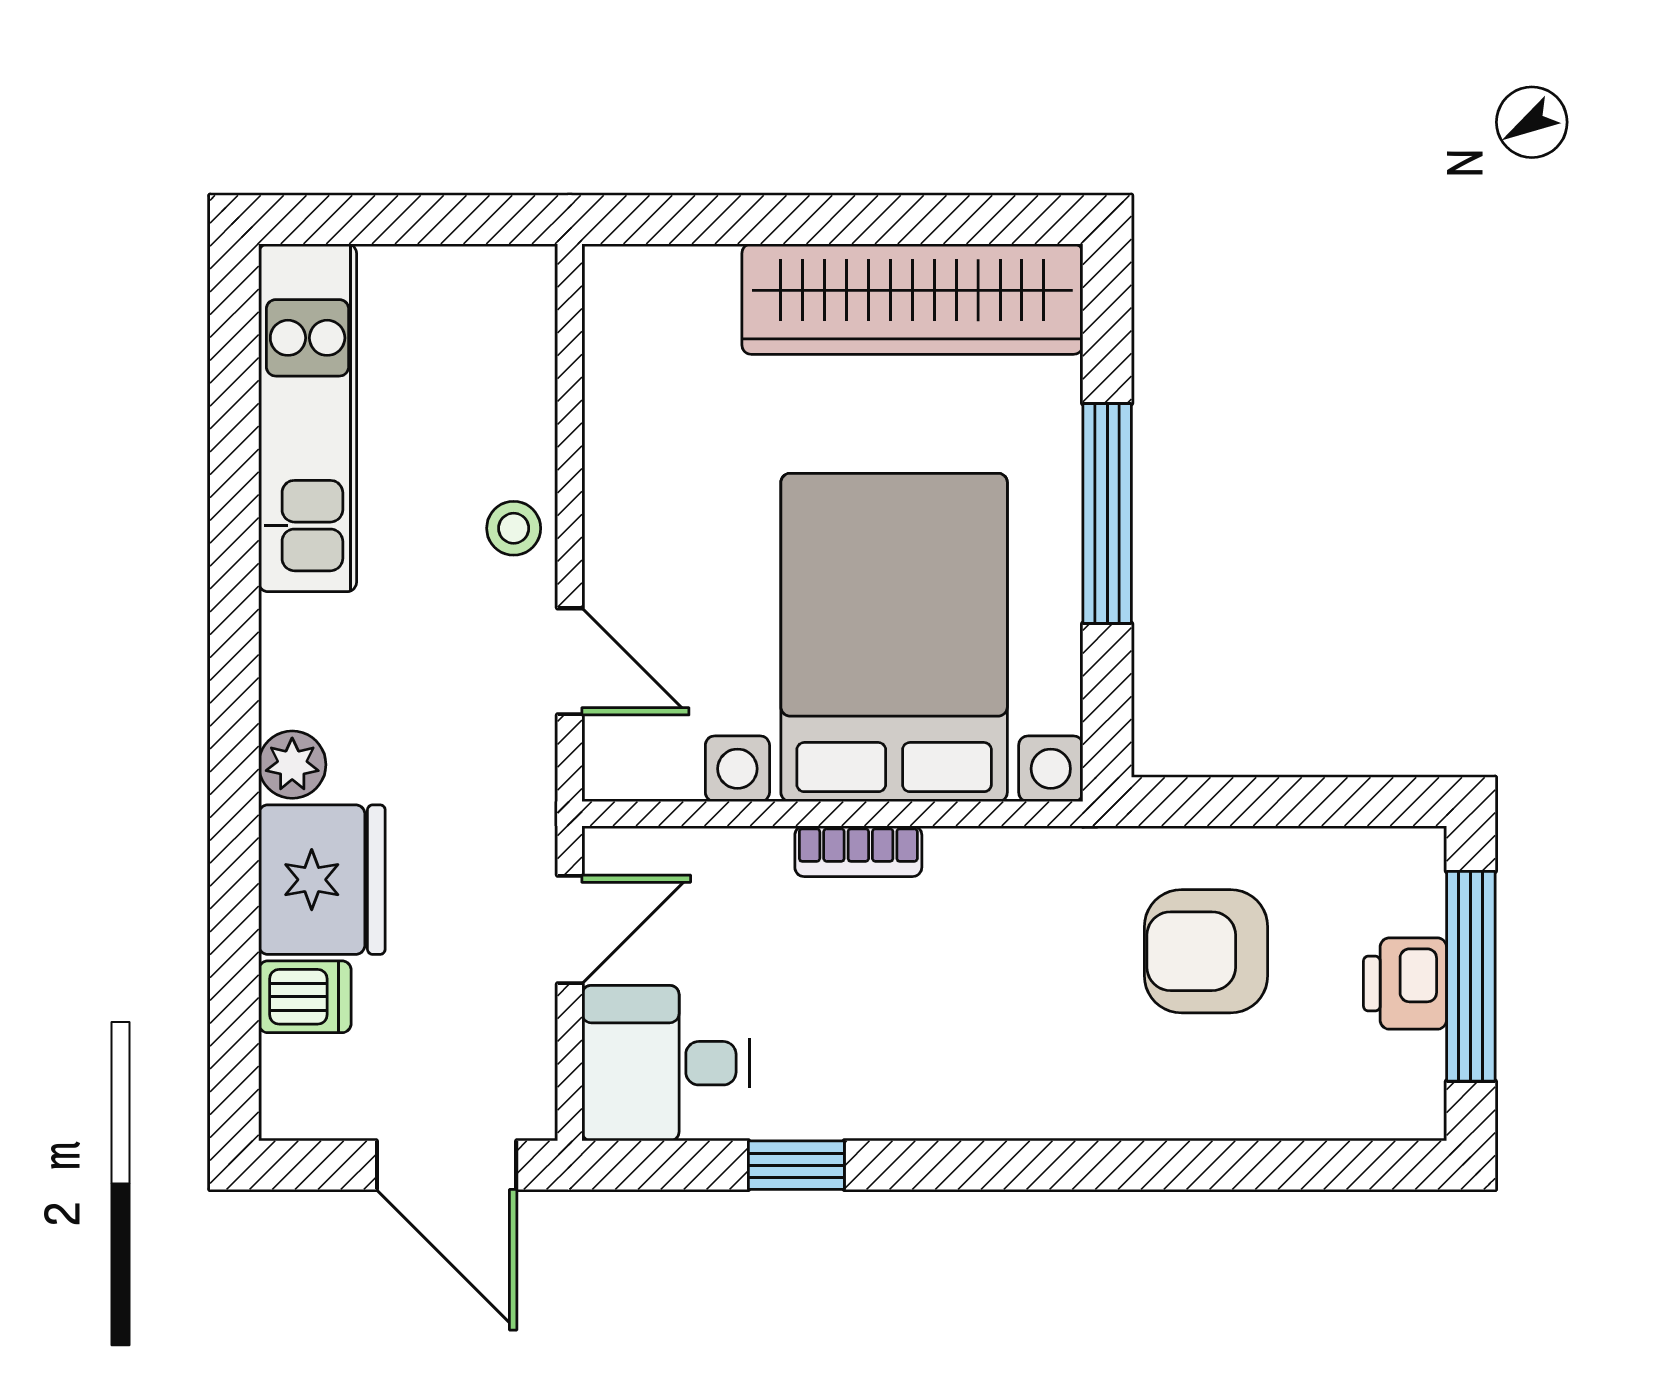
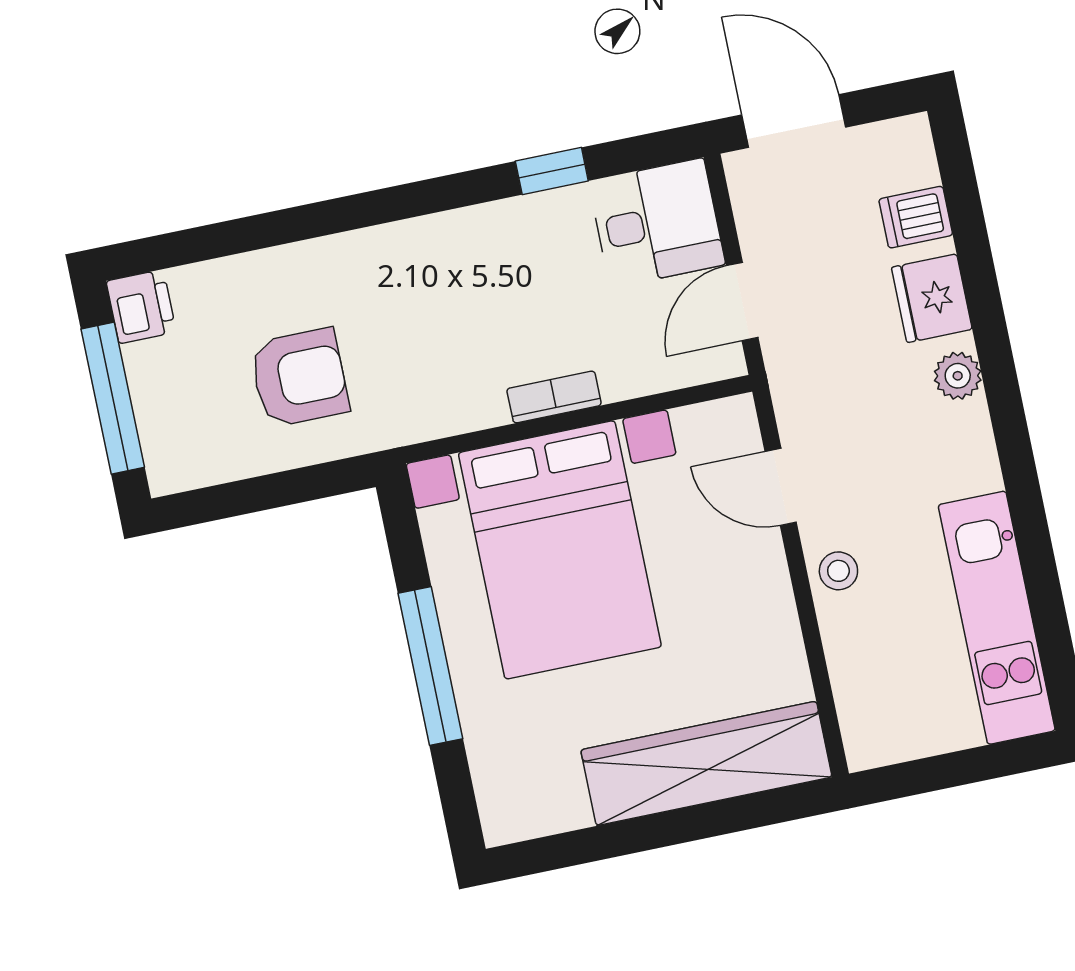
wardrobe: (912, 299) -> (706, 763), moved
fridge: (322, 880) -> (932, 298), width x0.73, depth x0.75
printer: (1405, 984) -> (141, 307), moved

